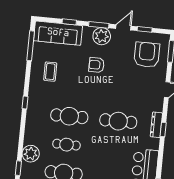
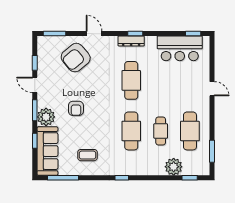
plant: (102, 36) -> (46, 117), moved
armchair: (147, 55) -> (76, 58), moved, turned -40

